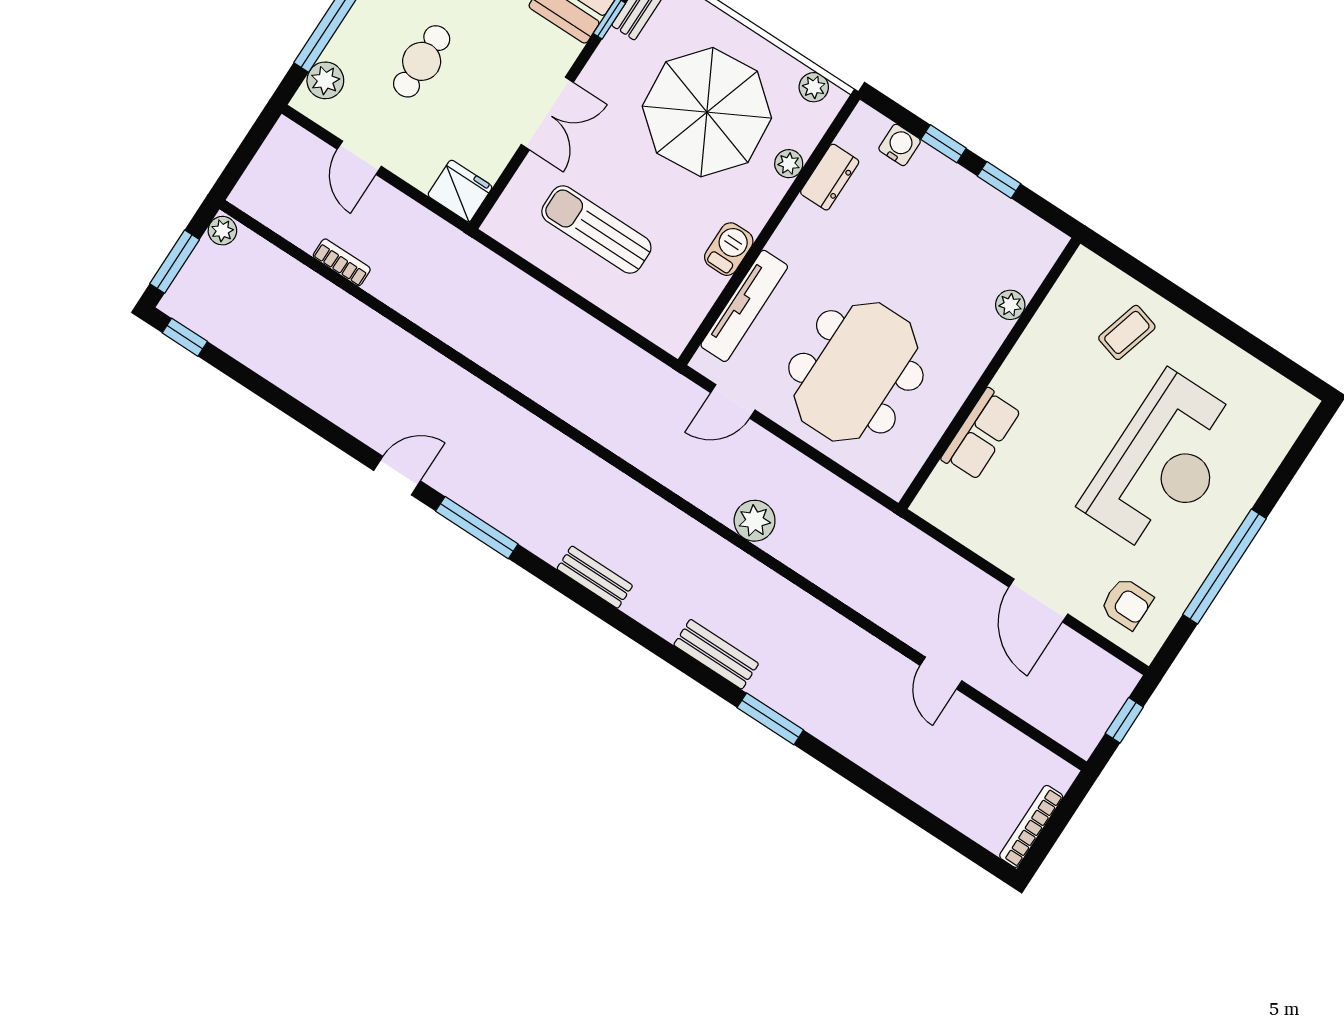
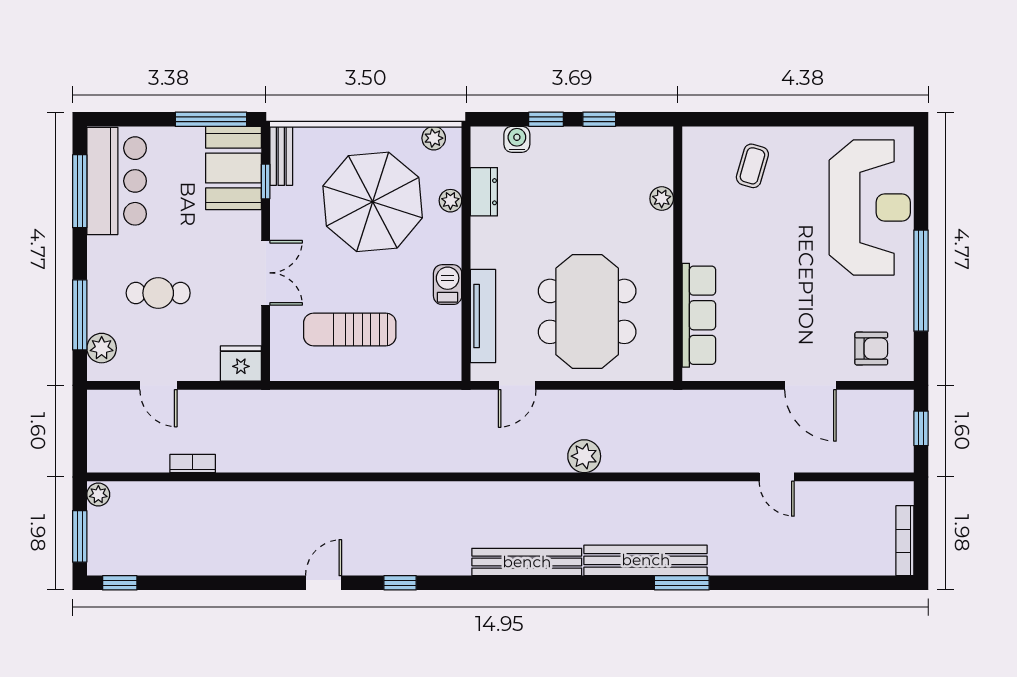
cafe table: (422, 61) -> (158, 293), turned 90
row of seats: (981, 434) -> (699, 315), width x1.48
reception desk: (1163, 464) -> (870, 208), moved
window: (477, 528) -> (400, 583), width x0.46
bench: (595, 577) -> (527, 562), width x1.86, depth x1.21
bench: (716, 654) -> (646, 560), width x1.86, depth x1.21

